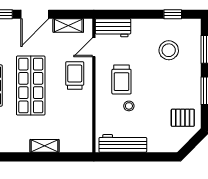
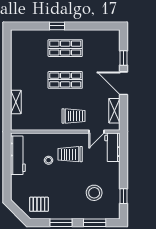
door: (94, 47) -> (97, 132), swing flipped
shop shelf: (31, 86) -> (65, 80), width x0.70, depth x0.74
pallet: (183, 118) -> (39, 204), turned 90
shelving: (44, 146) -> (16, 102), moved

